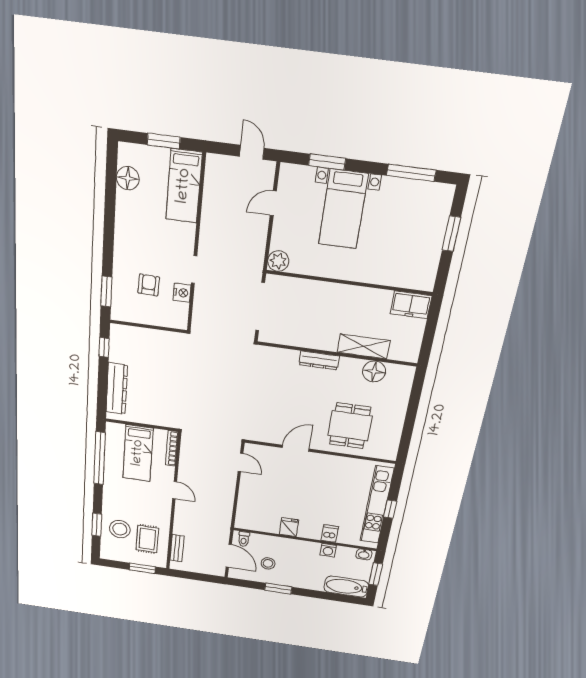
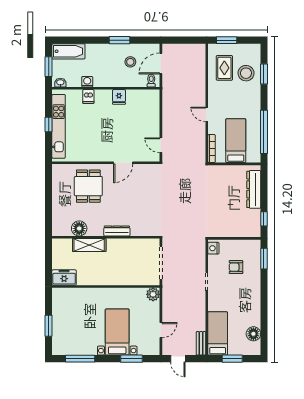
armchair: (149, 285) -> (236, 267), turned 88
nightstand: (182, 293) -> (213, 248), moved
bench: (177, 548) -> (201, 343), moved
door: (229, 556) -> (161, 64), hinge flipped

